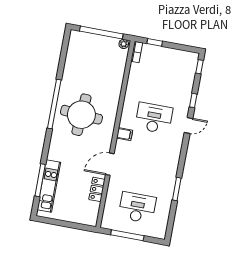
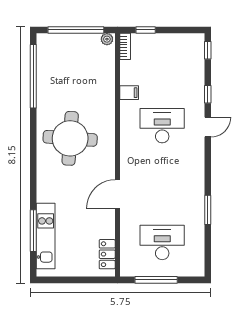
window: (54, 104) -> (33, 76), moved
filing cabinet: (125, 134) -> (129, 93), moved
locker: (97, 189) -> (107, 254), moved

